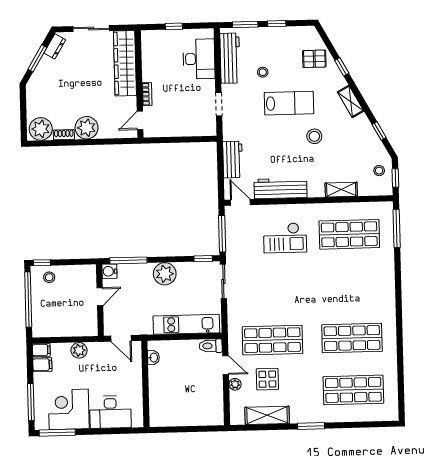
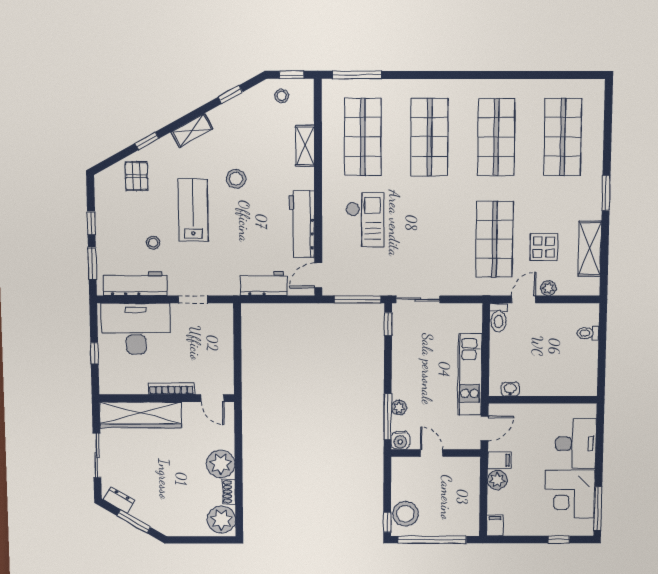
desk: (199, 59) -> (136, 329), width x1.36, depth x1.30
bookcase: (147, 94) -> (171, 389), width x1.56
plant: (165, 274) -> (399, 408), moved, width x0.53, depth x0.53
stool: (49, 277) -> (405, 514), width x1.89, depth x1.89
shop shelf: (351, 286) -> (429, 137), added
kitchen unit: (186, 324) -> (470, 375), moved
filing cabinet: (42, 365) -> (499, 460), moved, turned 90
window: (31, 402) -> (559, 539), width x0.46
toilet: (200, 417) -> (588, 333), added

